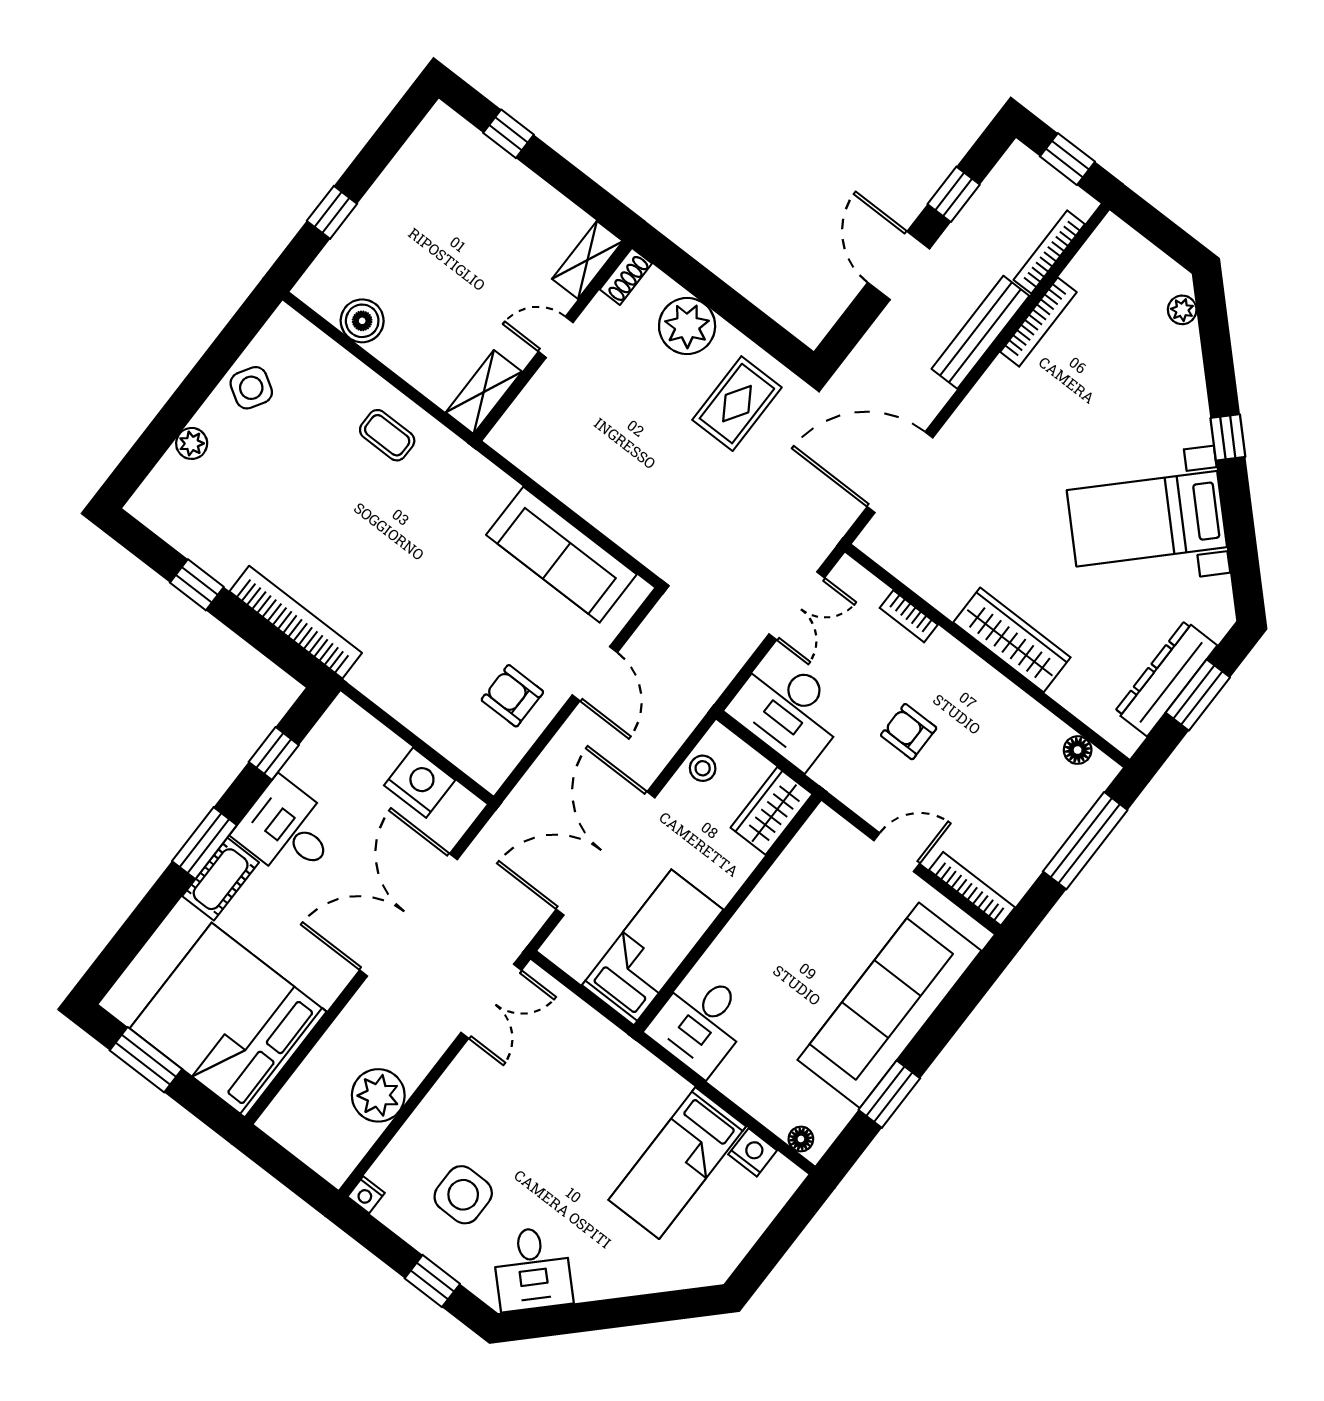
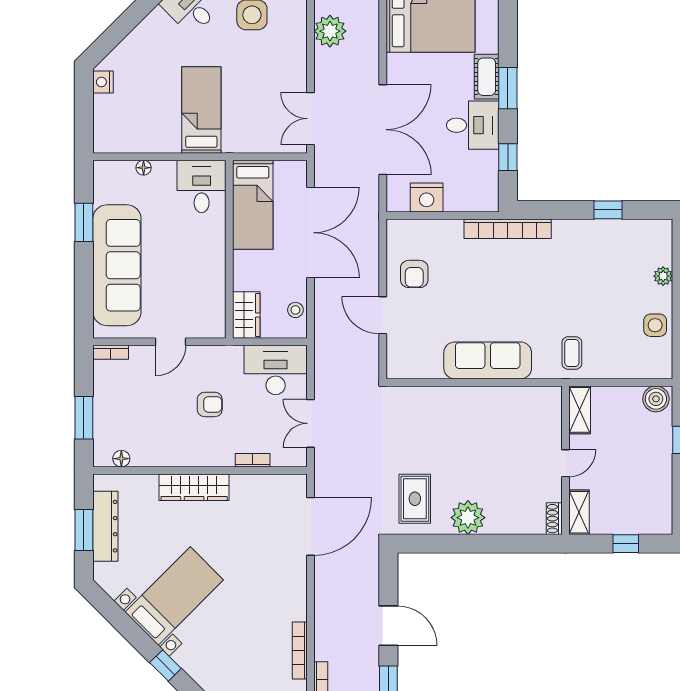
shelving: (587, 260) -> (579, 512), moved
shoe rack: (626, 276) -> (554, 519), moved
boiler: (362, 321) -> (656, 399), moved
bench: (980, 332) -> (324, 624), removed
door: (556, 337) -> (565, 463), moved
wall: (553, 341) -> (565, 460), moved
side table: (251, 388) -> (655, 325), turned -31
shelving: (484, 392) -> (580, 410), moved
coffee table: (387, 435) -> (572, 353), turned 90
sofa: (561, 555) -> (488, 360), moved
bookcase: (296, 622) -> (508, 229), moved
armchair: (512, 696) -> (414, 274), turned 90
window: (1085, 841) -> (84, 418), width x0.69
bookcase: (972, 889) -> (111, 352), width x0.64
floor lamp: (801, 1139) -> (144, 168), moved
nightstand: (753, 1152) -> (103, 82), moved, turned 90
bed: (677, 1163) -> (201, 110), moved

